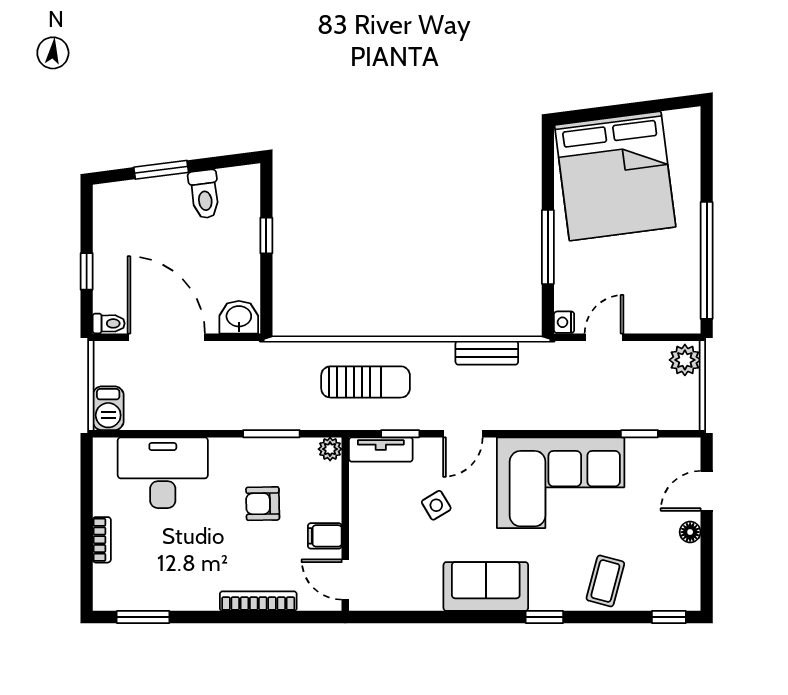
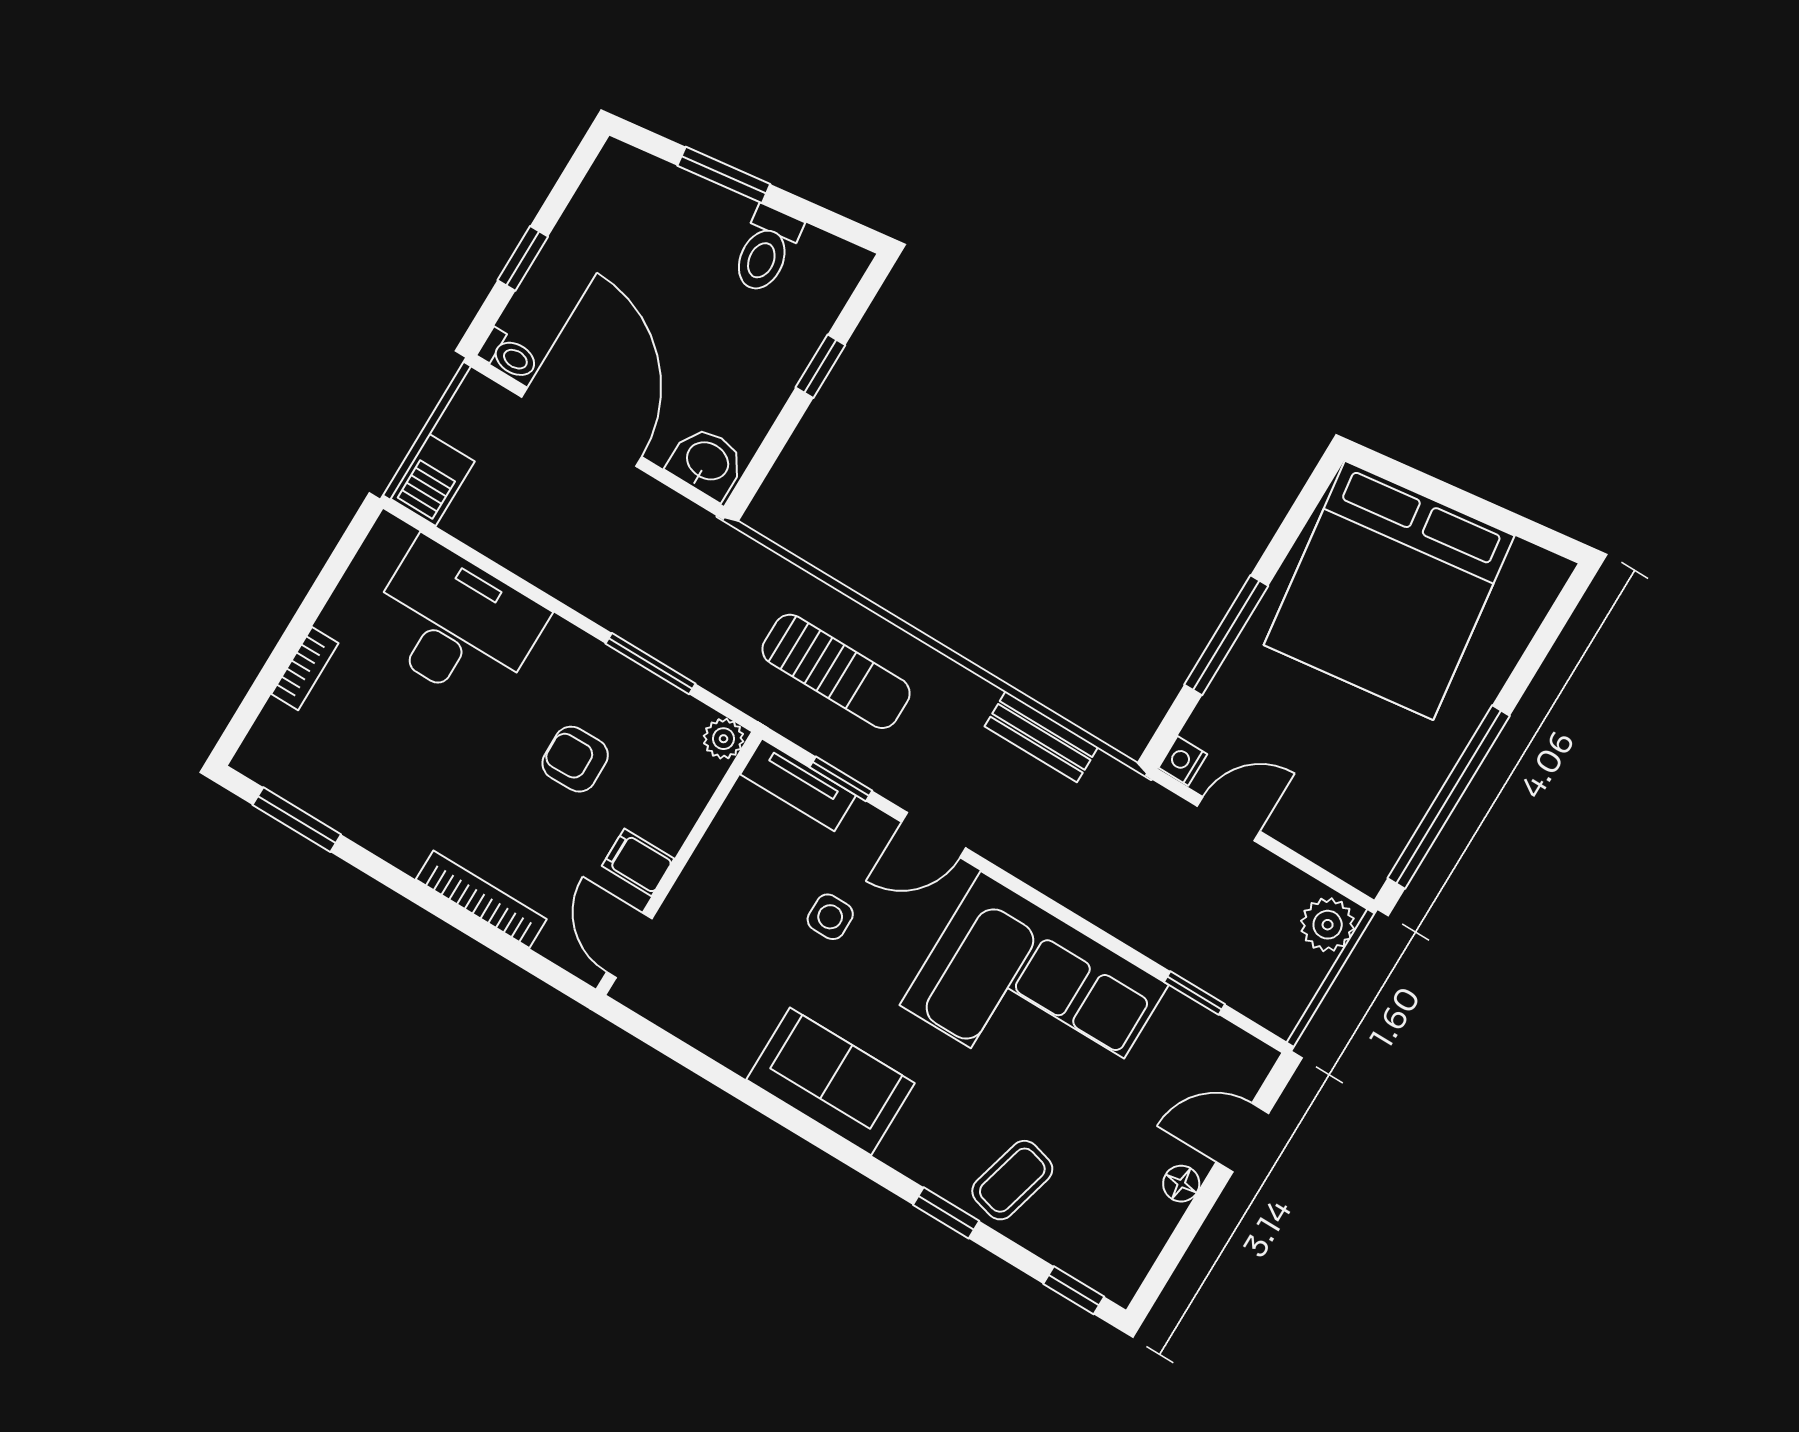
side table: (436, 505) -> (830, 917), turned 31
window: (544, 617) -> (946, 1213), moved

